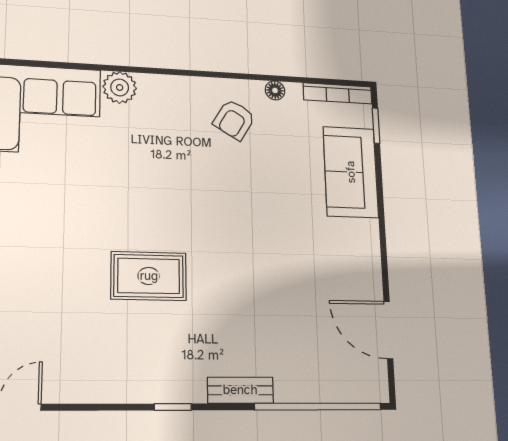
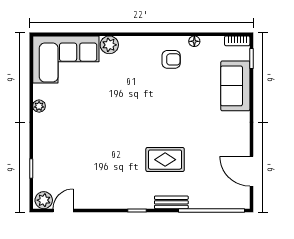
bookcase: (338, 93) -> (237, 41), width x0.64
armchair: (234, 120) -> (171, 59), turned -121
rug: (149, 276) -> (165, 160), moved

